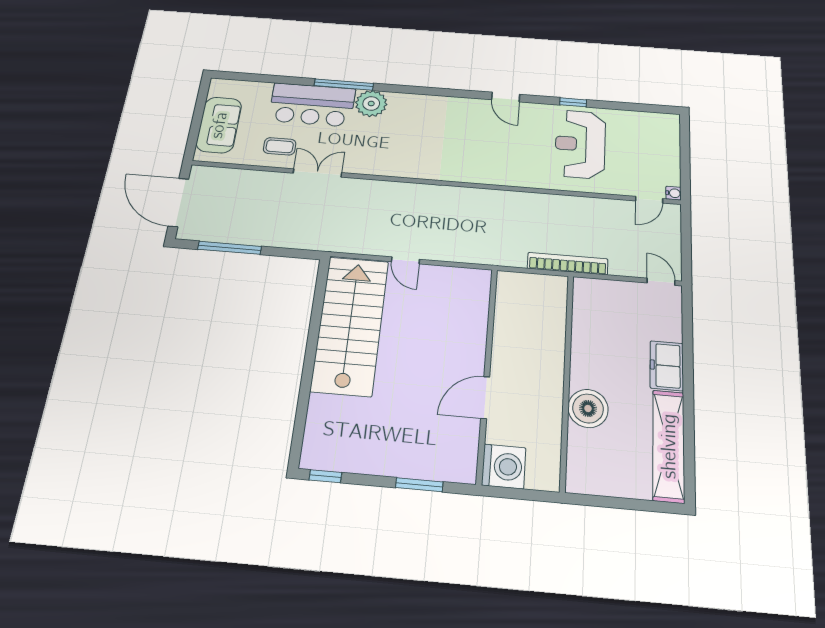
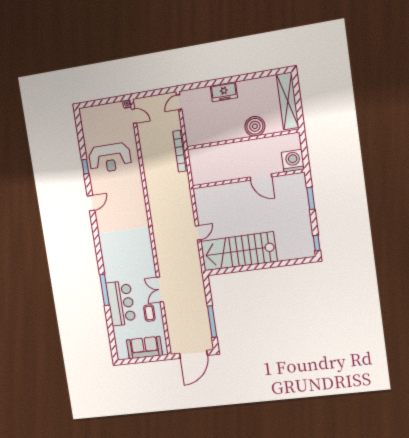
plant: (371, 103) -> (112, 273), removed
shelving: (669, 446) -> (288, 101), moved, turned 90

